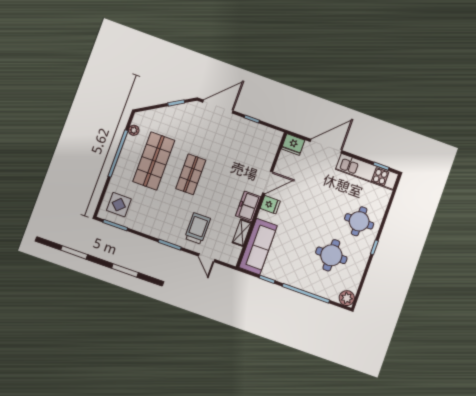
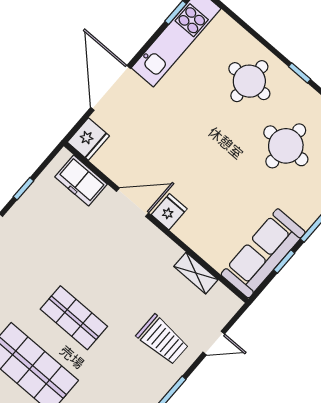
door: (268, 182) -> (133, 202), hinge flipped
freezer: (248, 206) -> (81, 181), moved
trolley: (197, 228) -> (163, 340), turned 180
sofa: (258, 247) -> (263, 253), moved, turned -90

